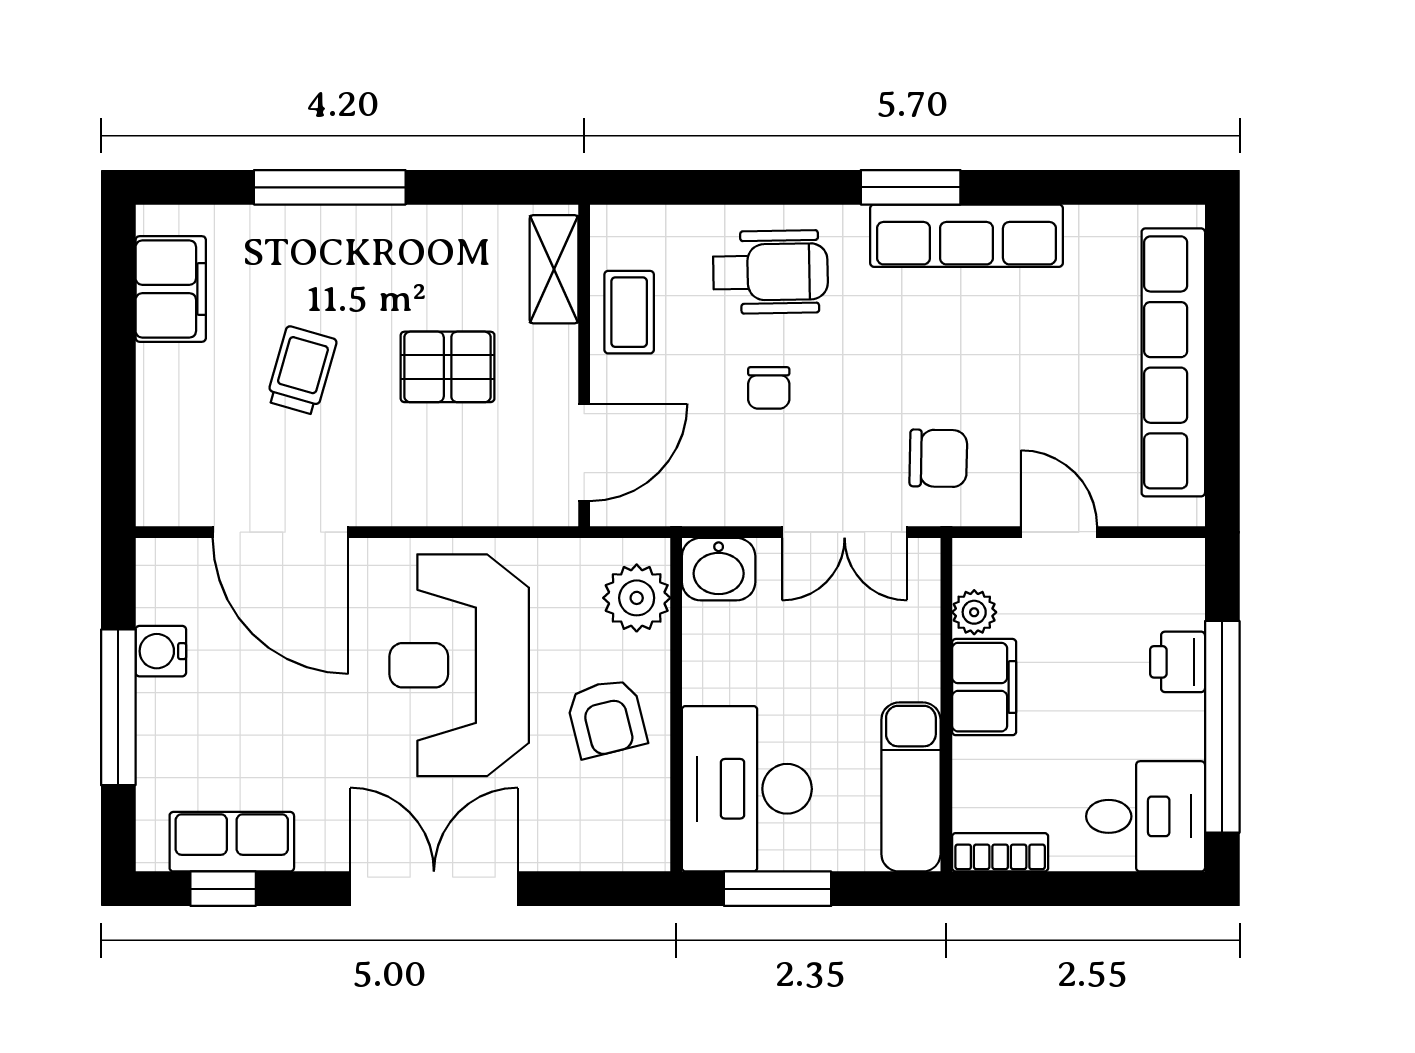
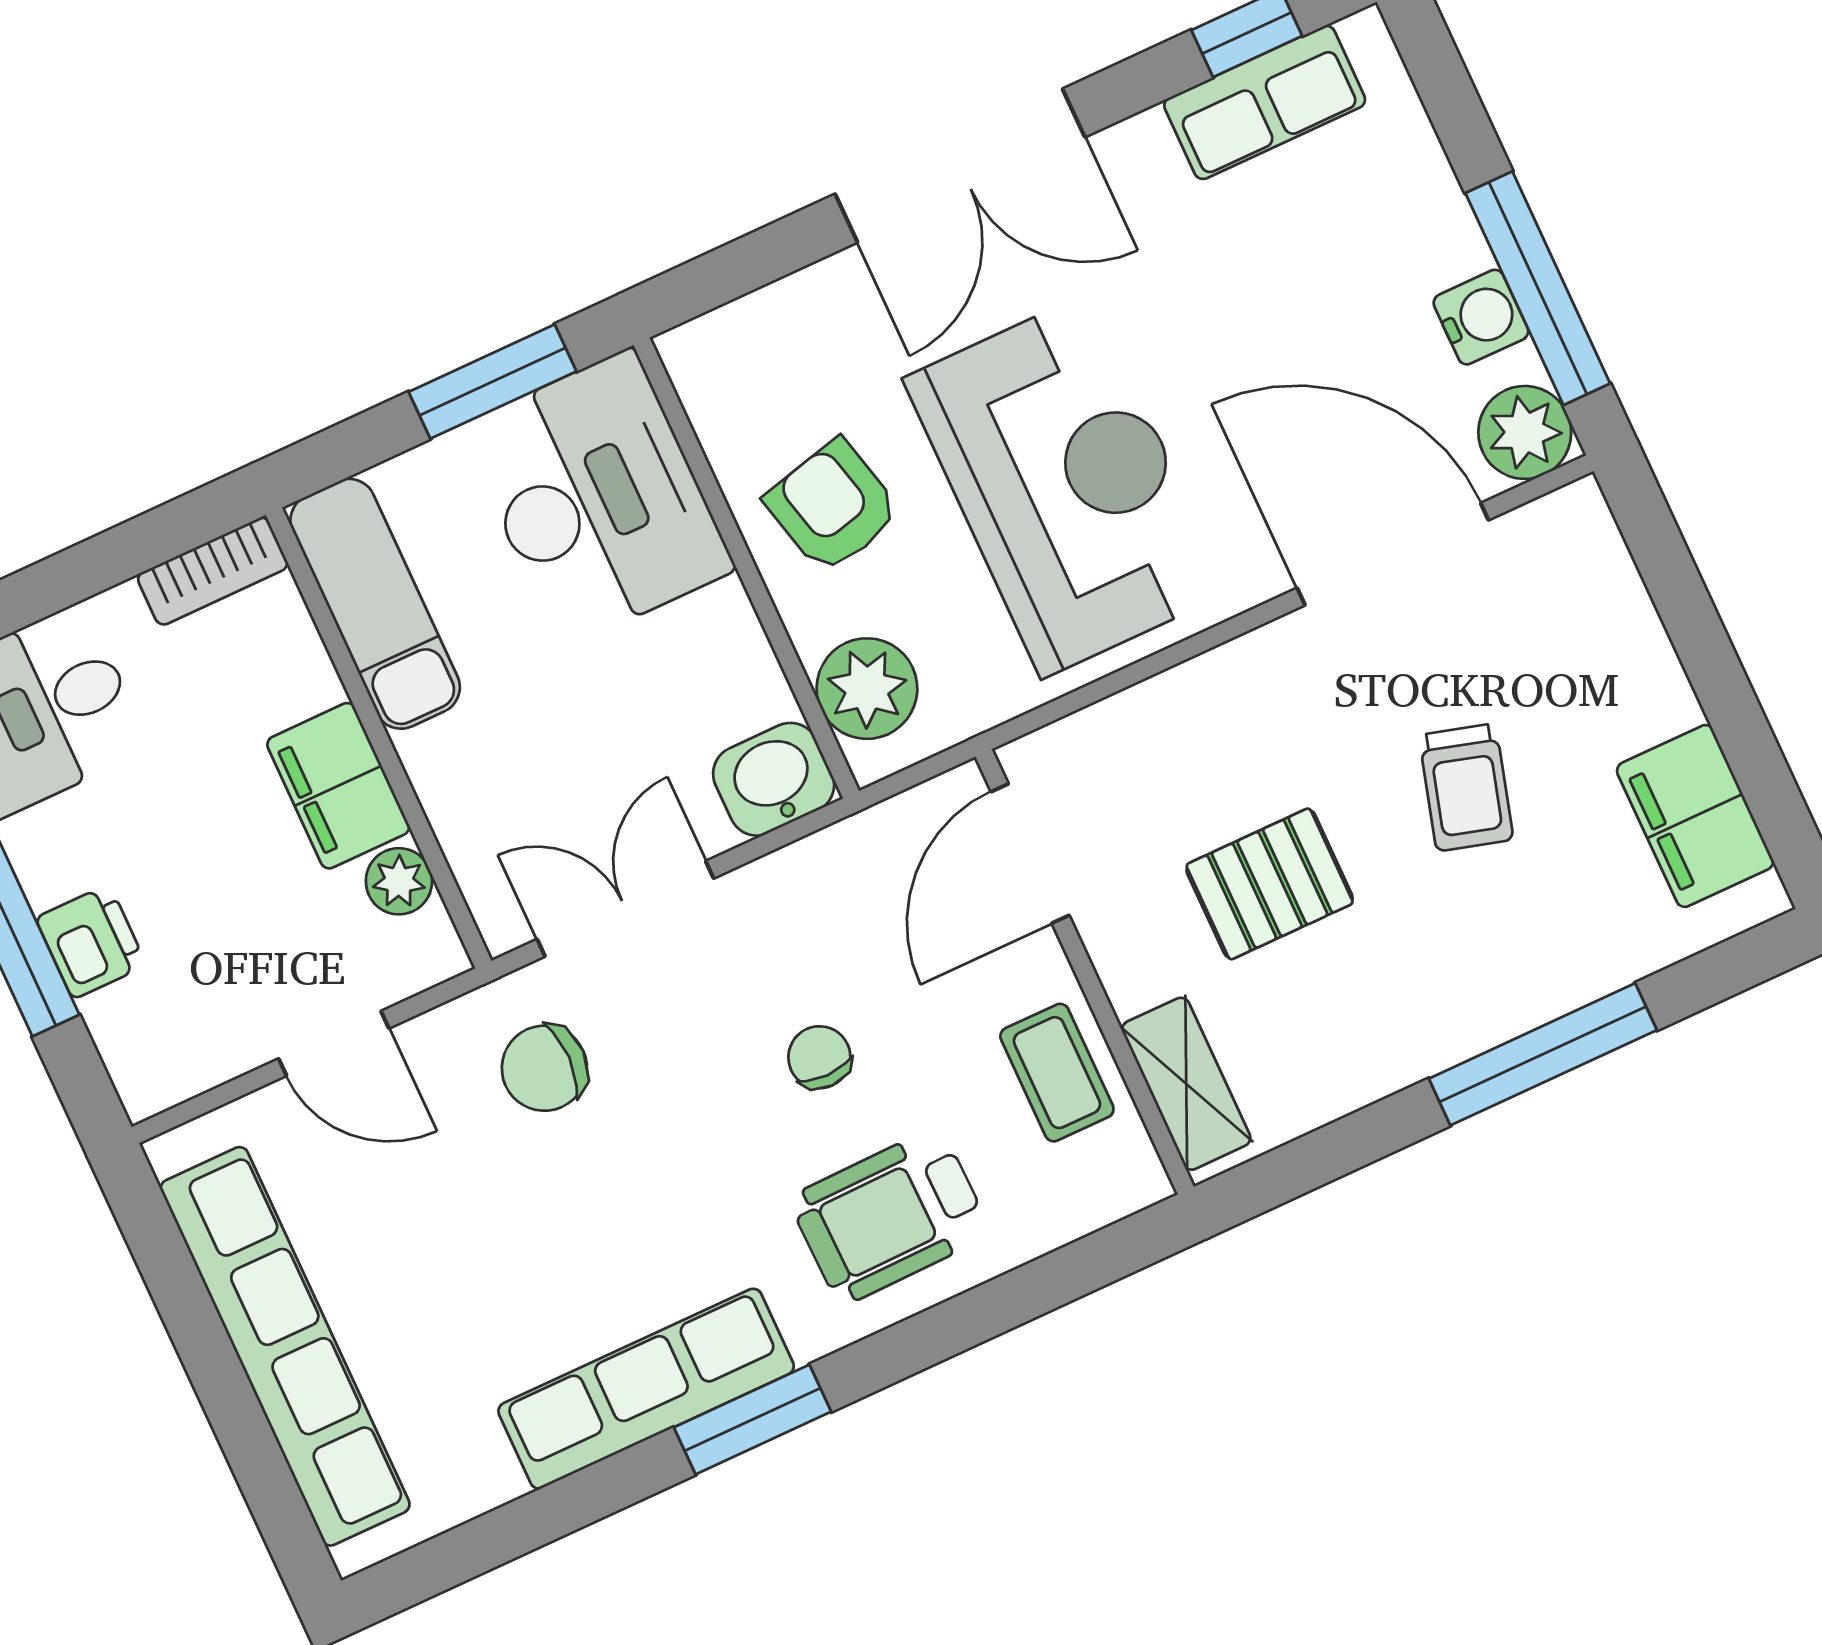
plant: (167, 569) -> (1525, 432), added
window: (118, 707) -> (1538, 288), moved

